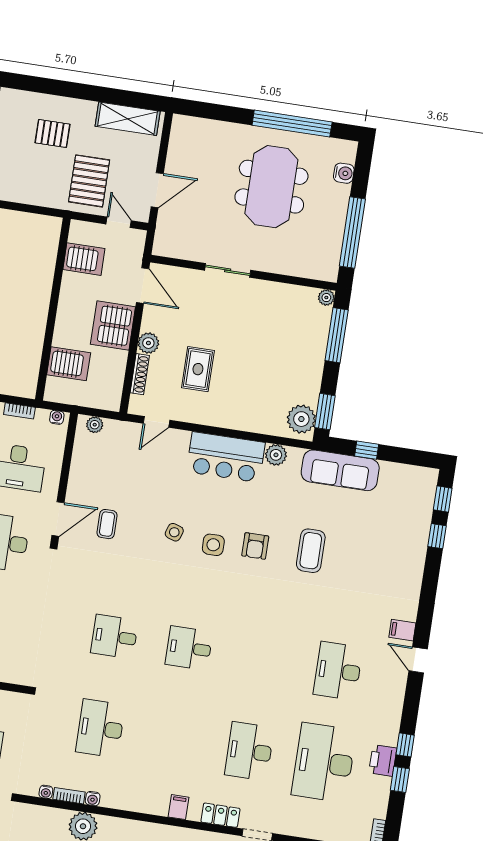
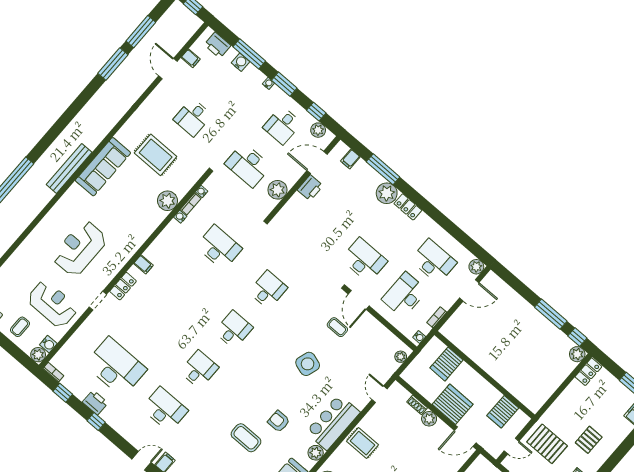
rug: (198, 369) -> (363, 443), moved
shoe rack: (140, 374) -> (417, 405), width x0.70
side table: (174, 532) -> (308, 364), width x1.87, depth x1.87
side table: (213, 545) -> (286, 382), removed
armchair: (255, 546) -> (279, 421), moved
desk: (249, 751) -> (199, 369), moved, width x0.73
window: (400, 780) -> (63, 393), moved

